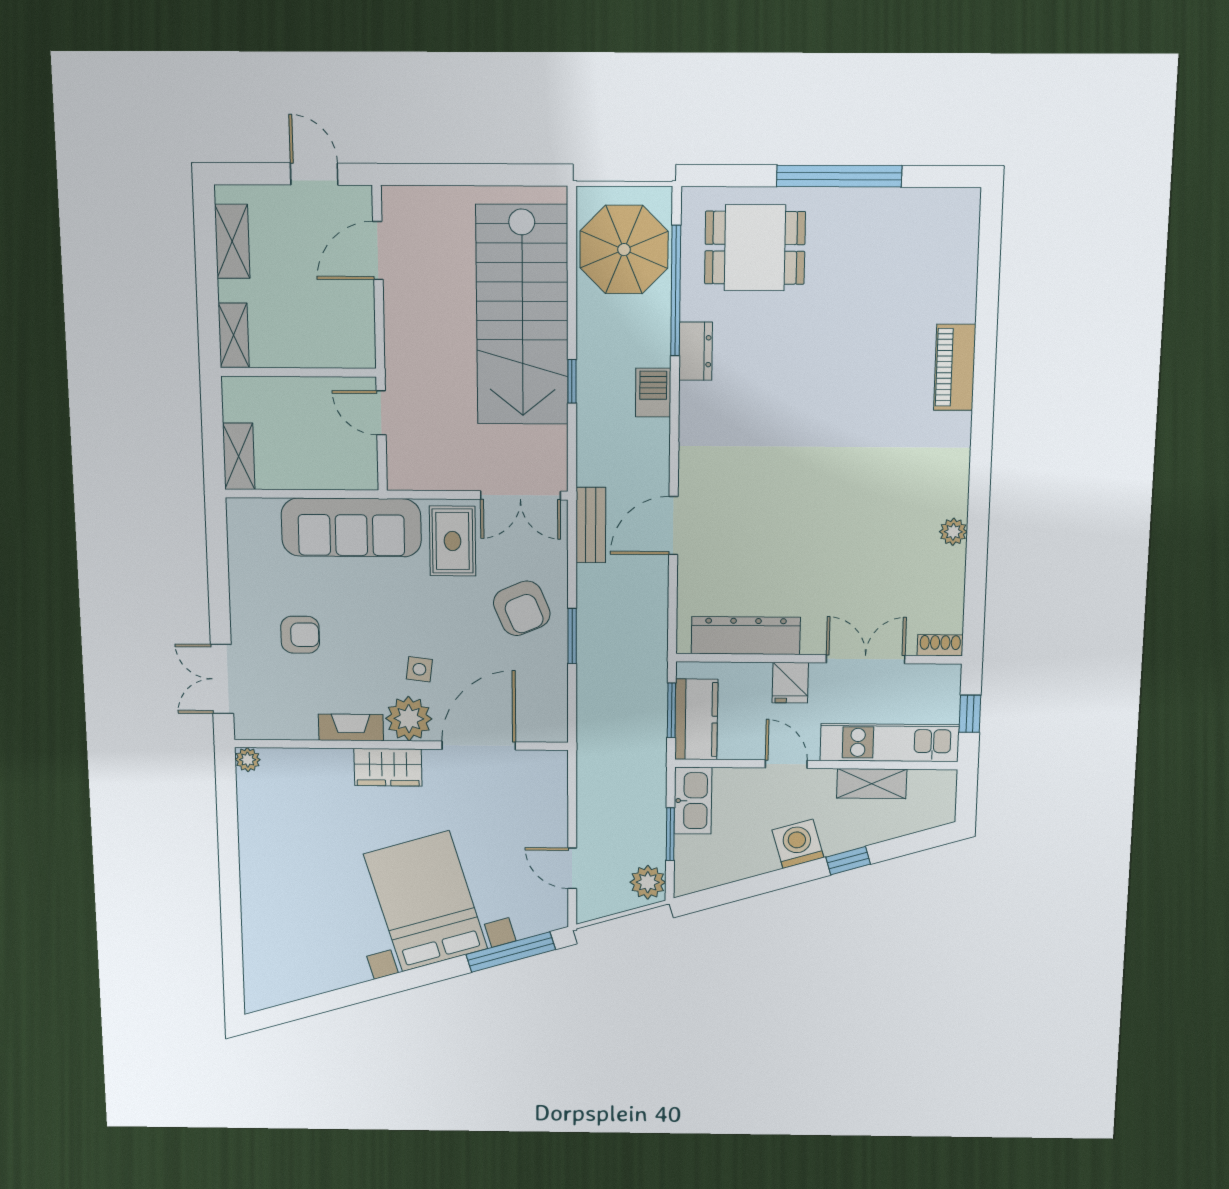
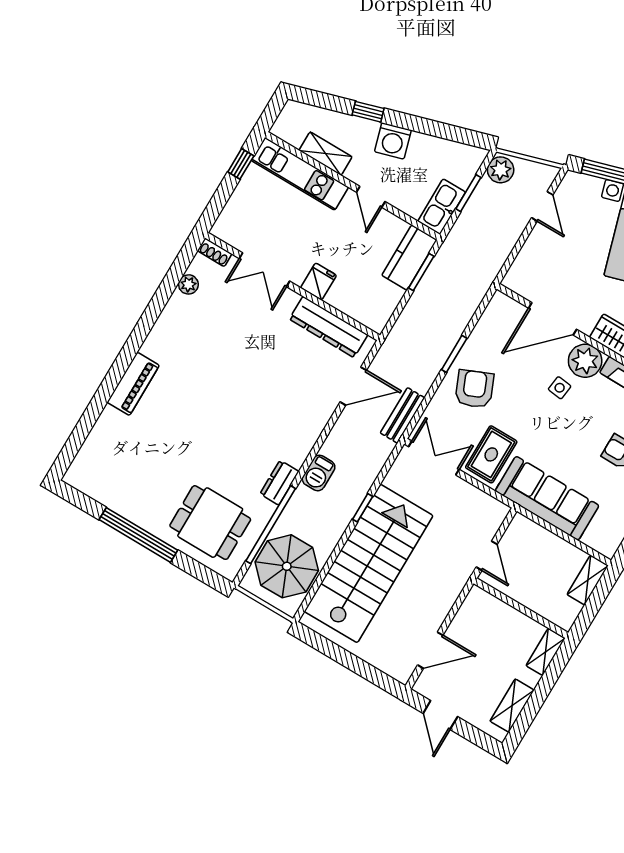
dresser: (746, 636) -> (329, 327), moved
shoe rack: (940, 645) -> (215, 252), moved
wall: (819, 659) -> (293, 287), moved
double door: (866, 659) -> (265, 270), moved
fridge: (790, 683) -> (319, 282), moved

